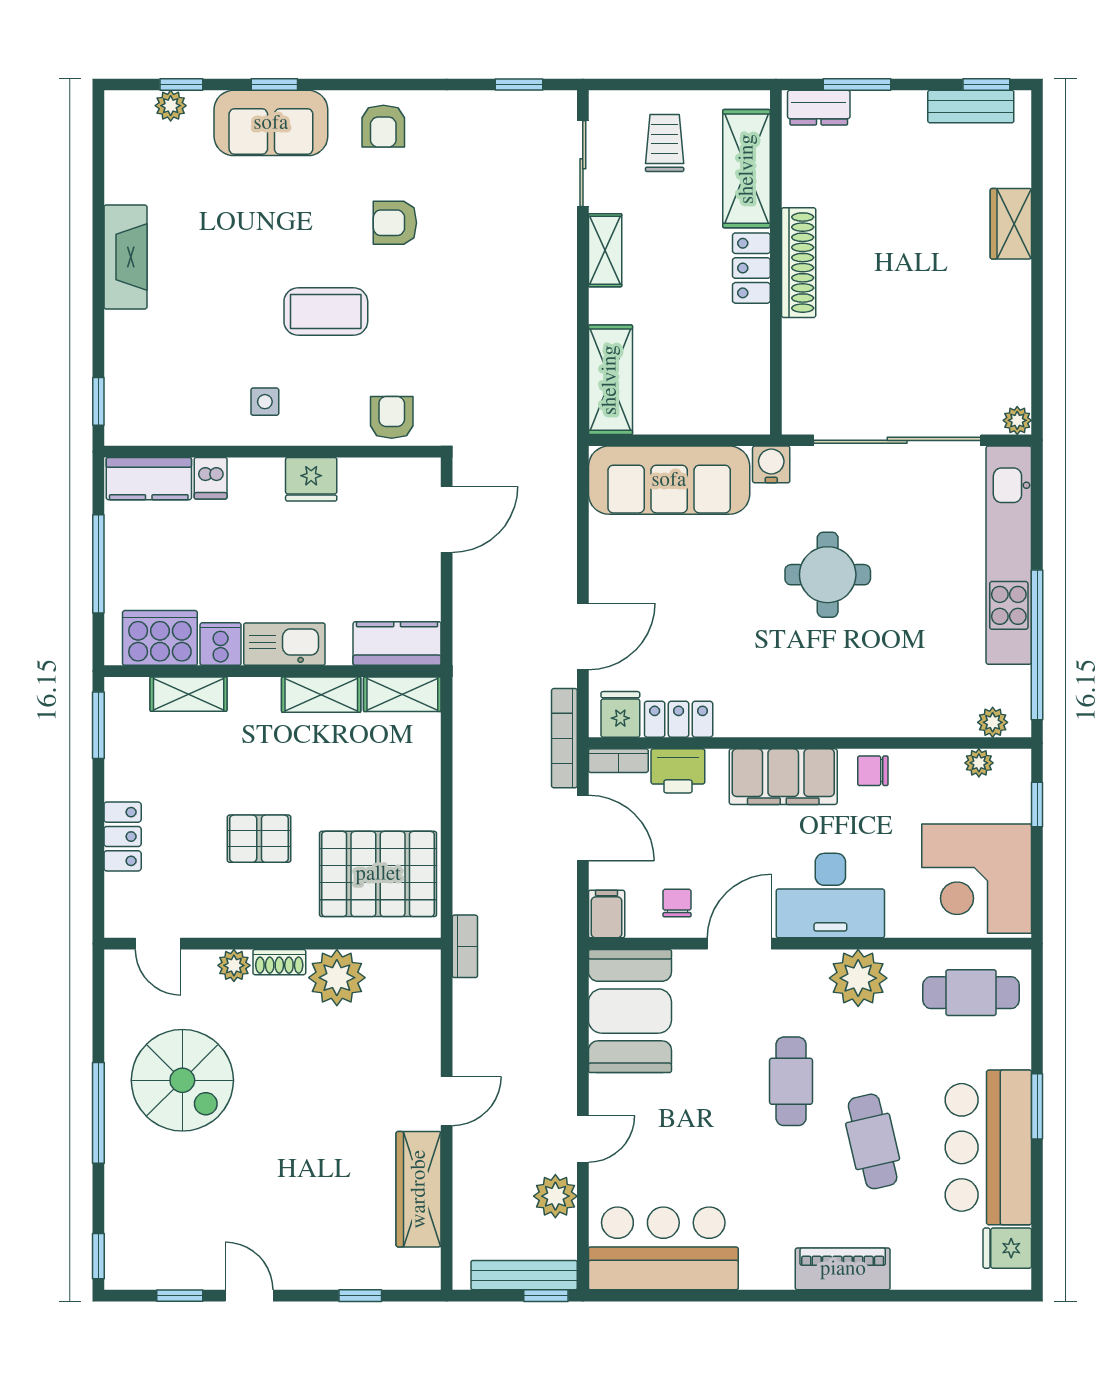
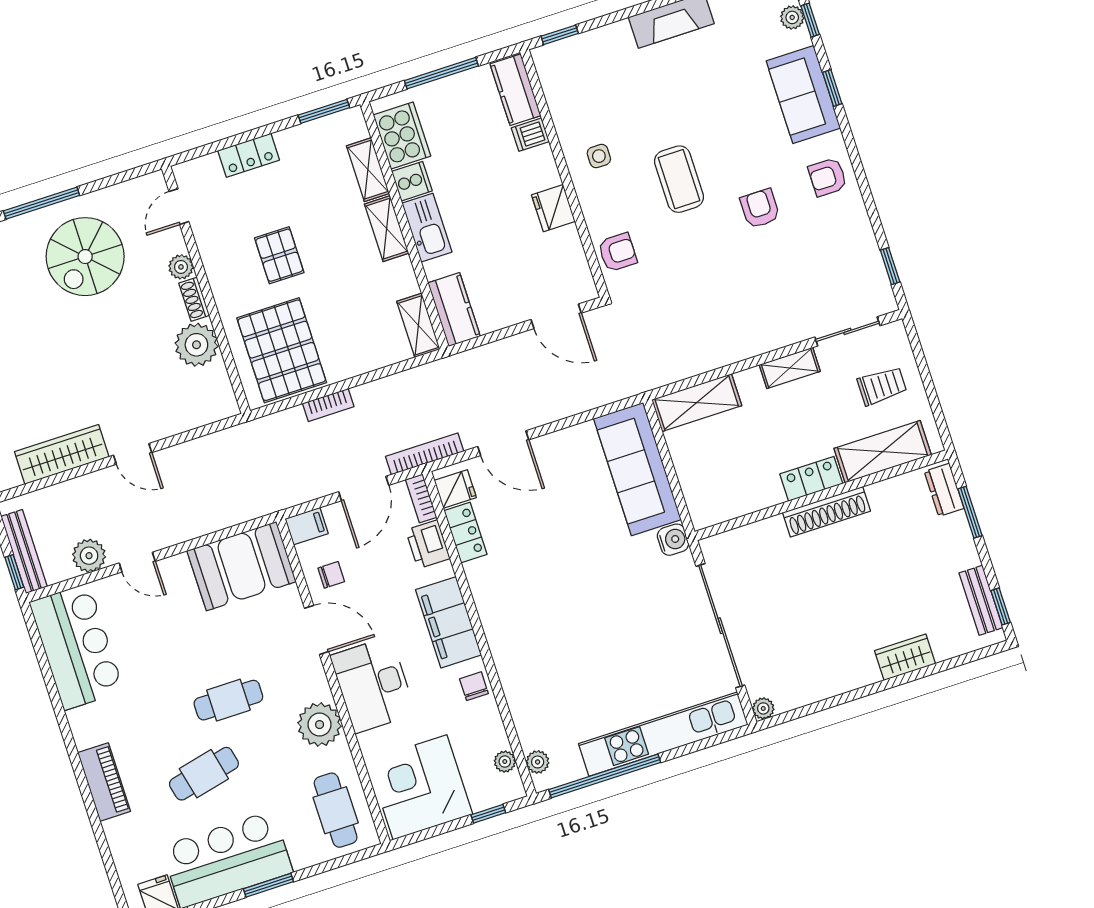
round table: (828, 575) -> (606, 607), removed
shelving: (321, 695) -> (387, 229), moved
bookcase: (465, 946) -> (328, 405), moved

